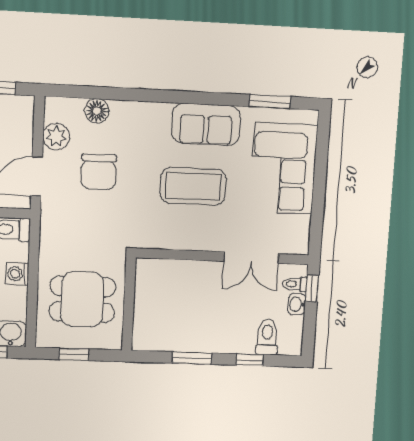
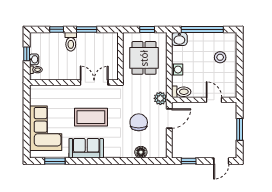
plant: (56, 137) -> (160, 98), moved
double door: (251, 258) -> (94, 82), moved
window: (312, 289) -> (27, 54), moved
dining table: (82, 299) -> (144, 58), turned 90
toilet: (267, 337) -> (71, 42), moved

